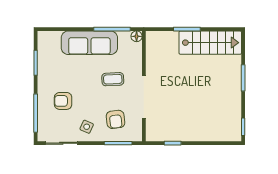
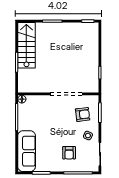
sofa: (89, 43) -> (27, 151), moved
coffee table: (113, 79) -> (53, 116), removed

